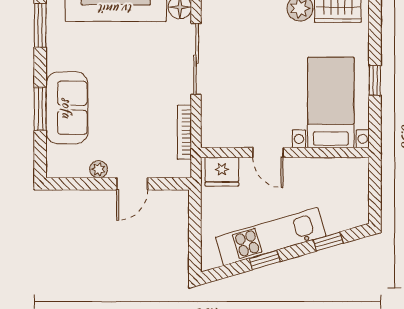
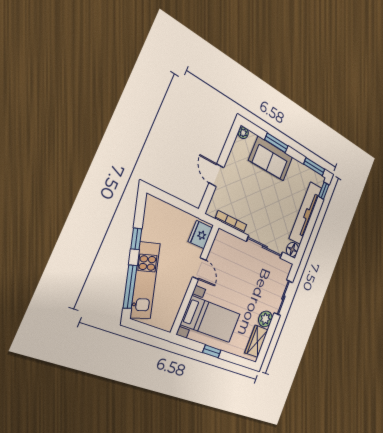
door: (268, 153) -> (199, 268), swing flipped
plant: (99, 169) -> (243, 133), moved
kitchen unit: (271, 237) -> (145, 280), moved
window: (328, 242) -> (130, 287), width x2.17

